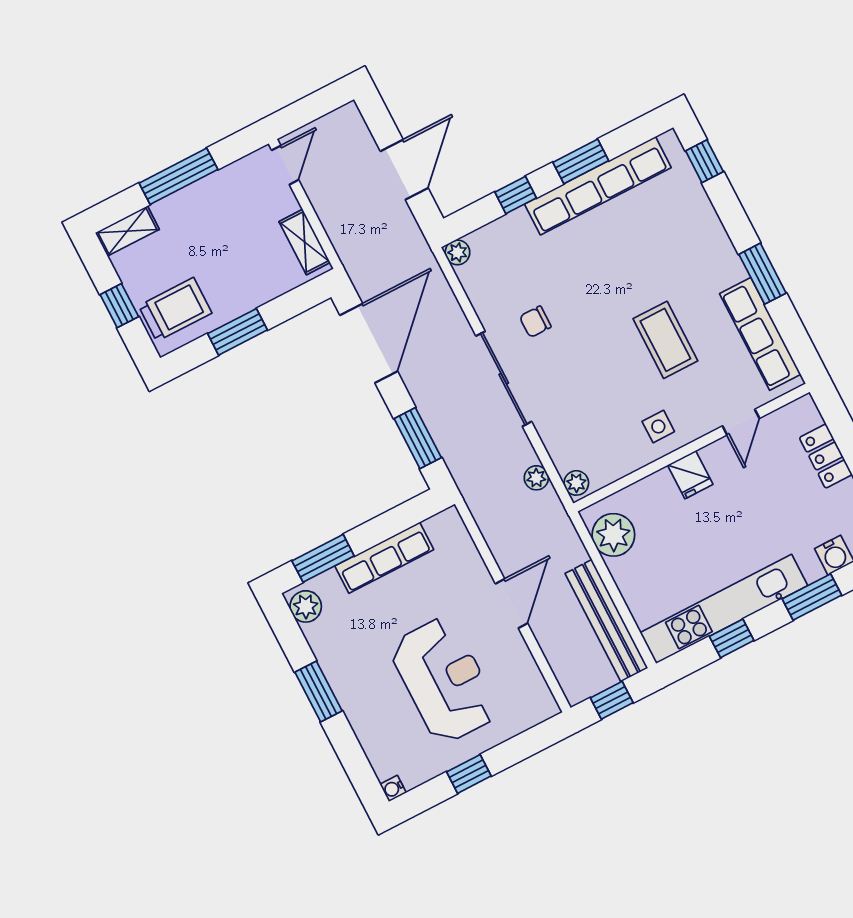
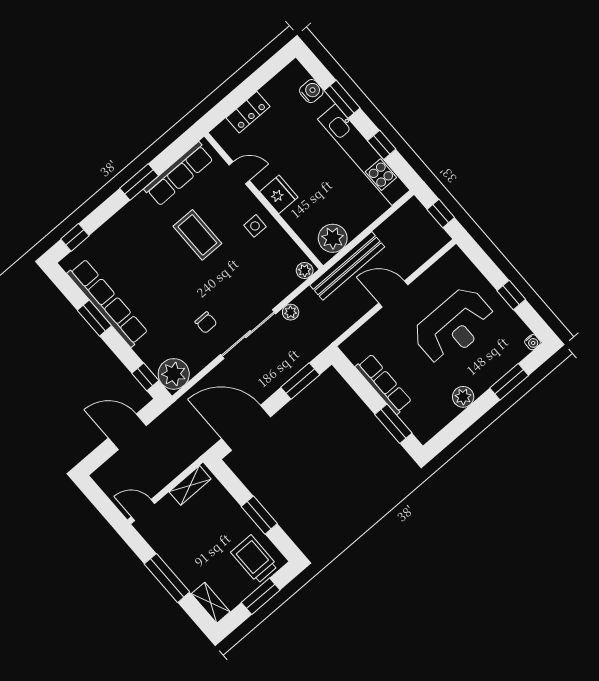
window: (516, 195) -> (145, 377), moved
plant: (457, 252) -> (174, 374), width x1.88, depth x1.88
window: (119, 306) -> (261, 596), width x1.50
coffee table: (665, 340) -> (197, 235), turned 90
fridge: (690, 475) -> (279, 194), width x1.38
plant: (536, 478) -> (291, 312), moved
plant: (306, 606) -> (463, 397), moved
bench: (606, 621) -> (347, 266), moved
reception desk: (444, 680) -> (454, 326), turned 180
window: (318, 692) -> (509, 382), moved

